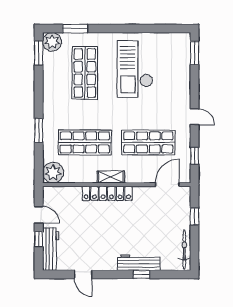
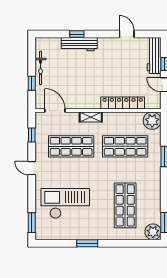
window: (75, 28) -> (87, 243), moved
checkout: (135, 69) -> (65, 203), moved, turned -90
shelving: (111, 177) -> (91, 117), moved
door: (167, 185) -> (55, 110), swing flipped
locker: (107, 193) -> (123, 103), moved
bicycle: (184, 250) -> (41, 68), moved

